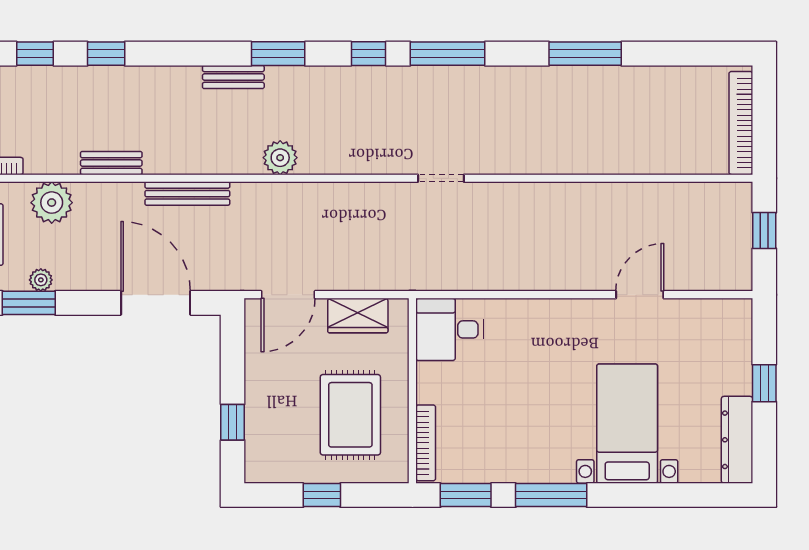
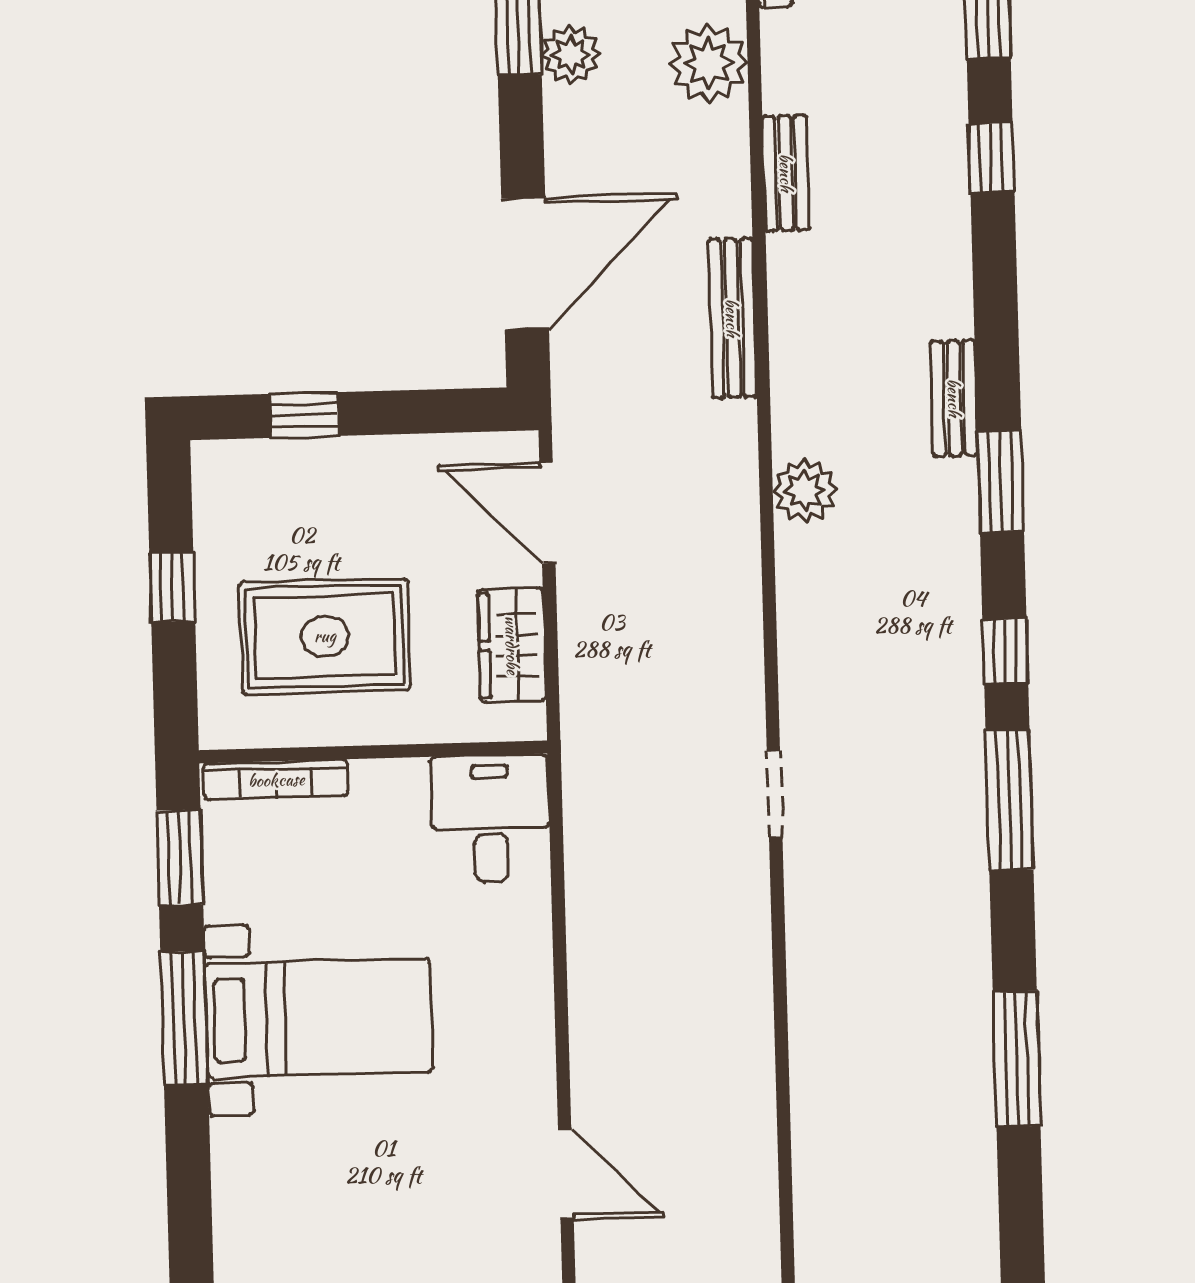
plant: (41, 280) -> (571, 55), width x1.38, depth x1.38
bed with nightstands: (627, 424) -> (319, 1018), moved

